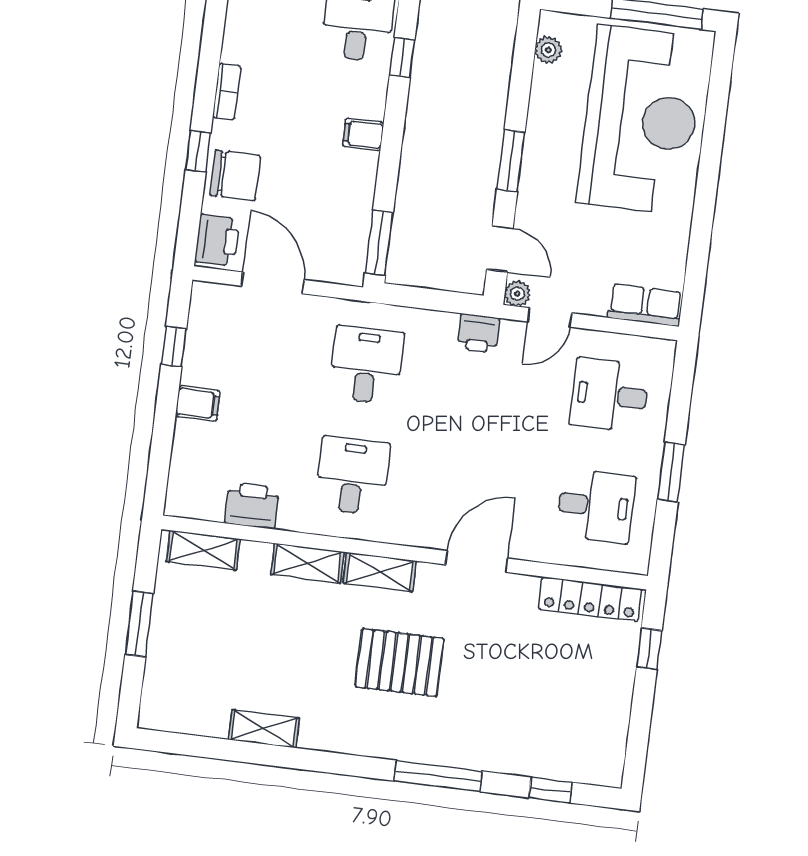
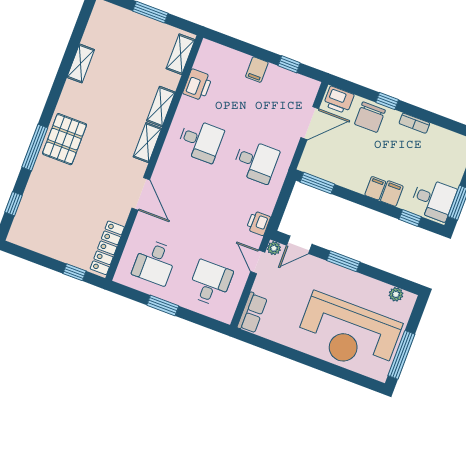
filing cabinet: (366, 102) -> (392, 194), added
pallet: (399, 663) -> (65, 139), moved

